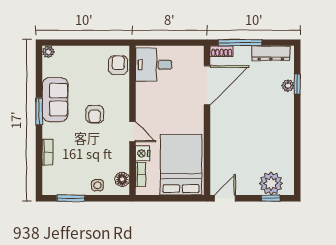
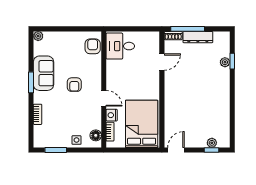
dresser: (271, 53) -> (198, 37), moved
door: (207, 85) -> (162, 62), width x0.53
plant: (271, 183) -> (212, 143), width x0.53, depth x0.53

